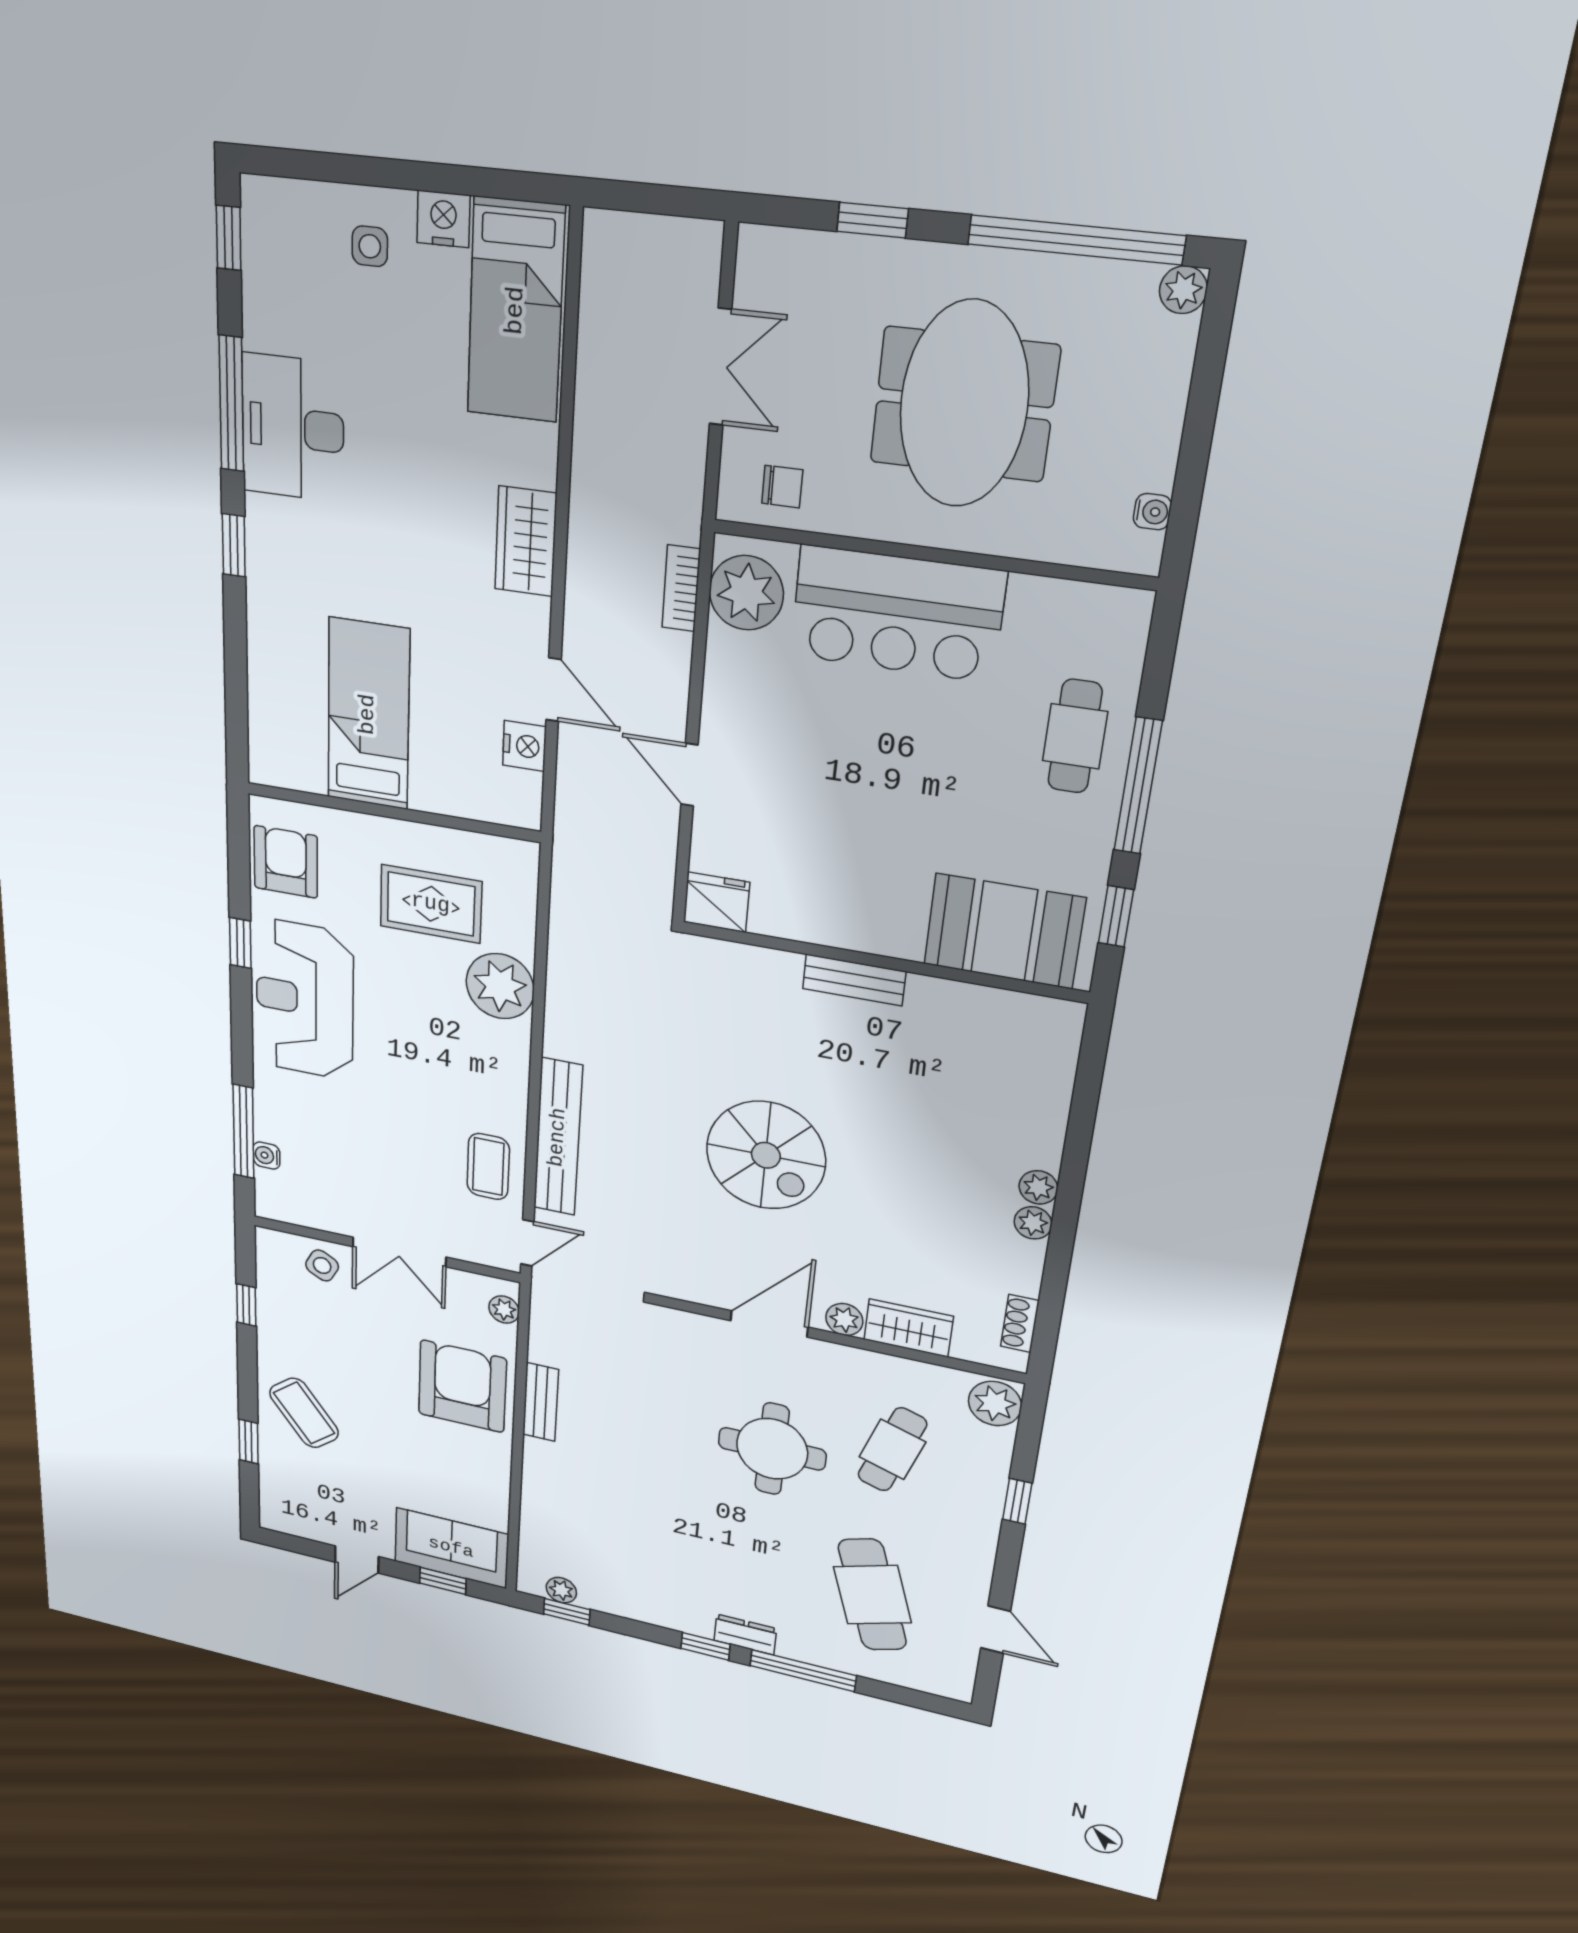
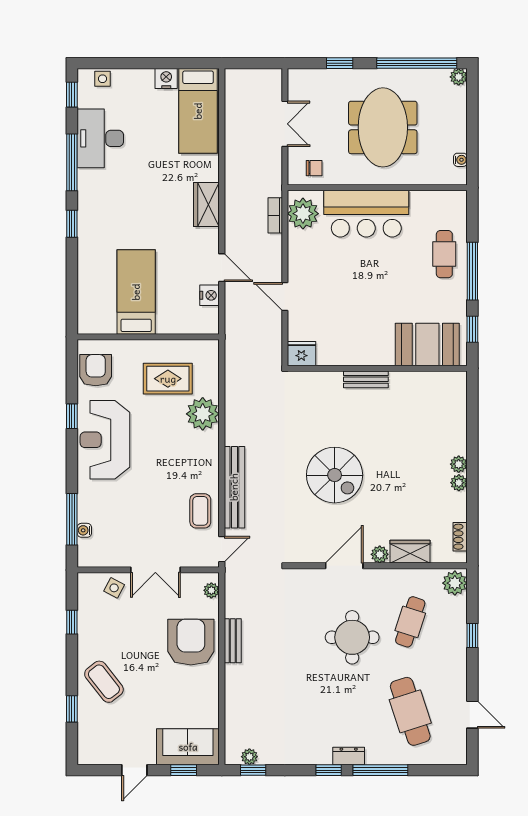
side table: (370, 246) -> (103, 79), moved
desk: (293, 428) -> (100, 138), moved

